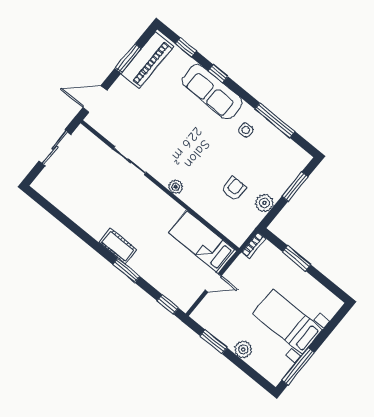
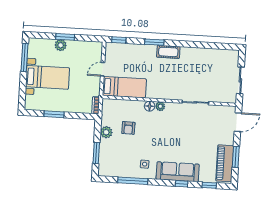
floor lamp: (189, 196) -> (150, 106), added
window: (297, 258) -> (54, 114), moved
window: (213, 342) -> (65, 37), moved

